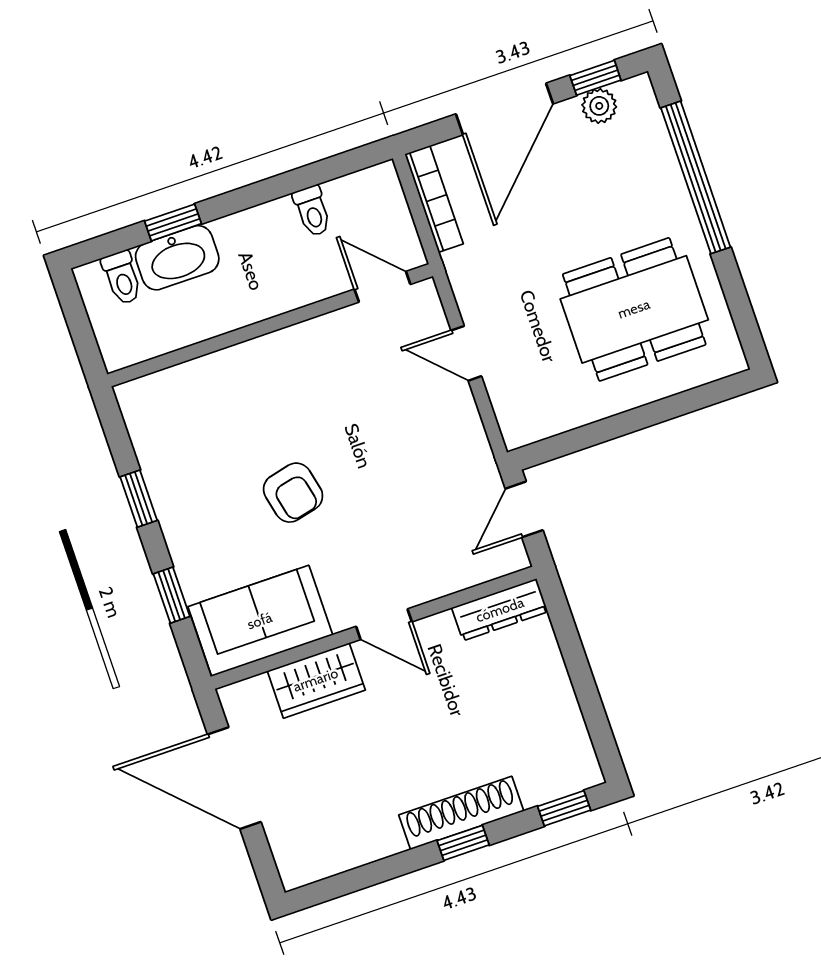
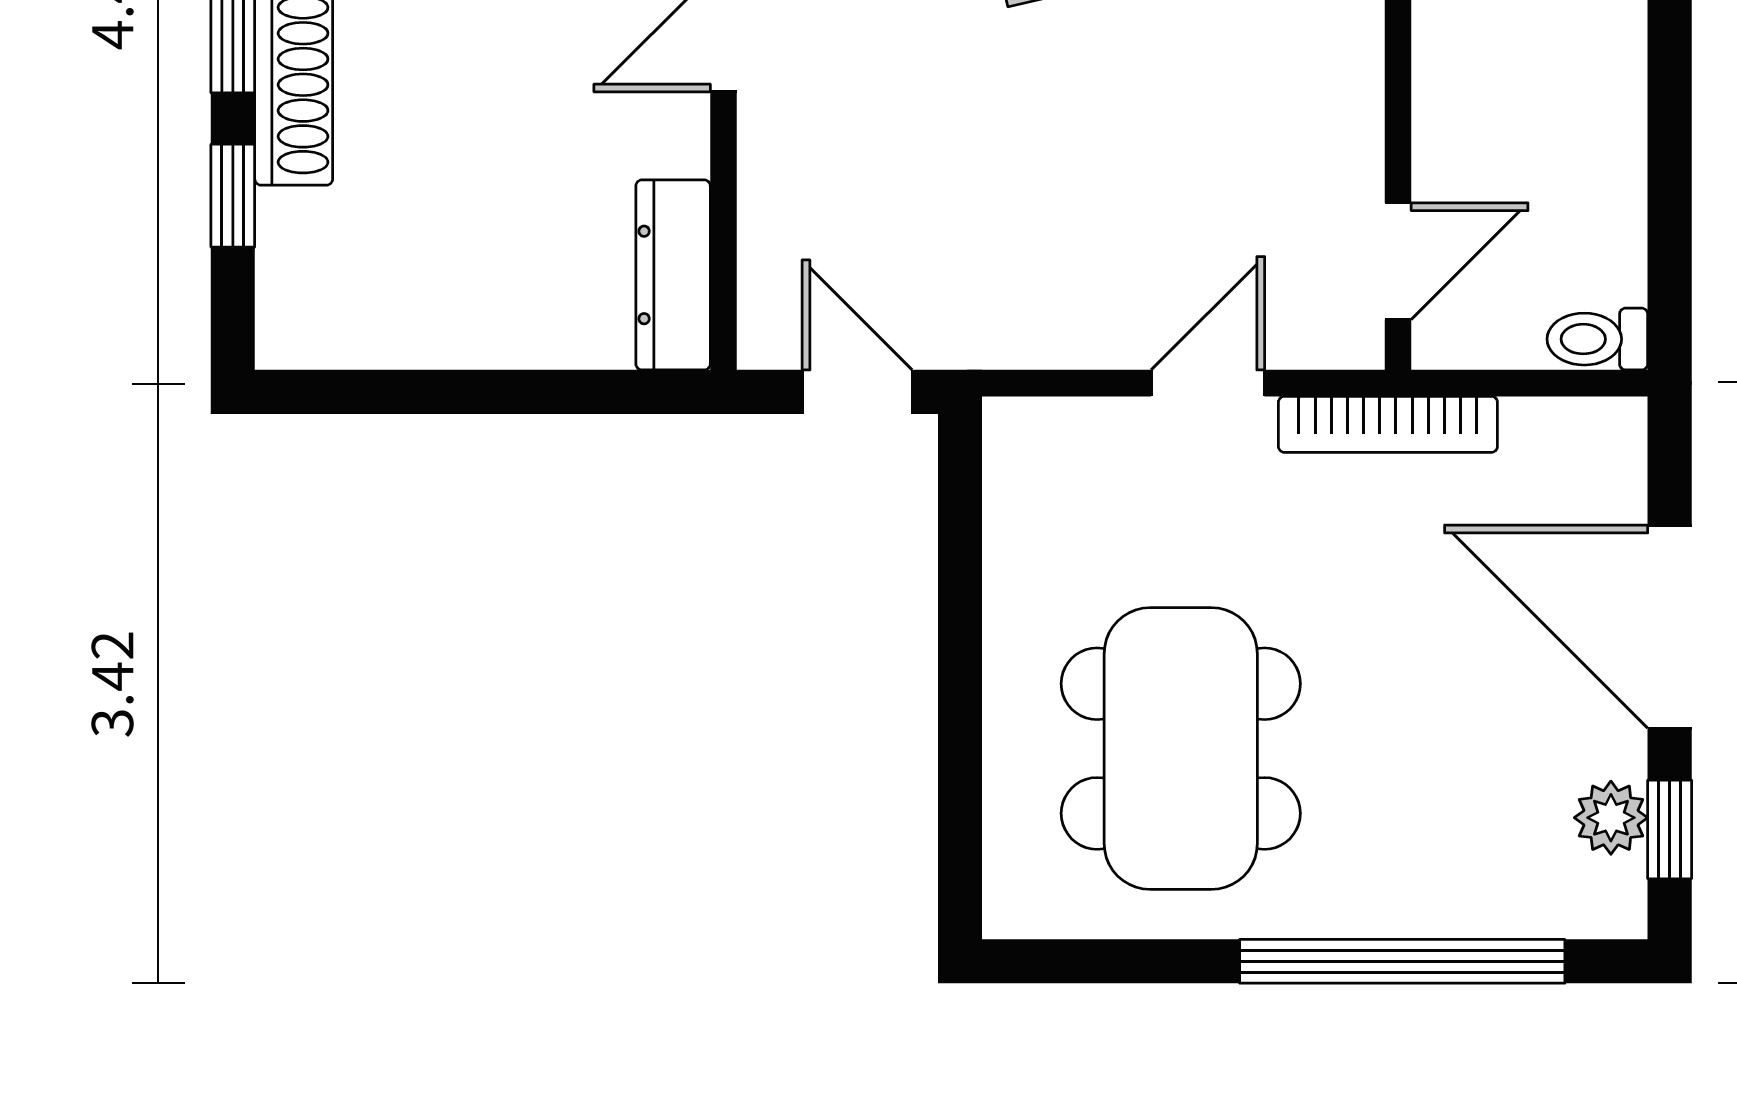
bookcase: (434, 199) -> (1388, 424), moved
toilet: (312, 211) -> (1597, 339), moved
window: (564, 808) -> (233, 196), moved

